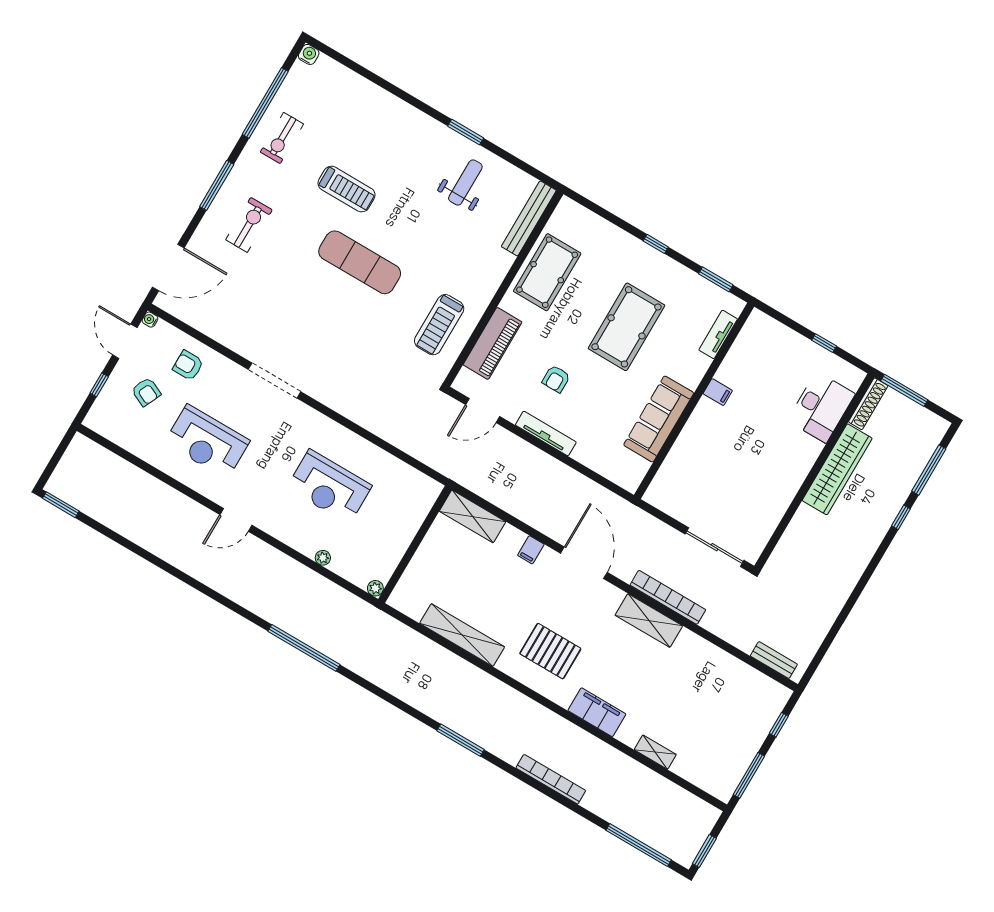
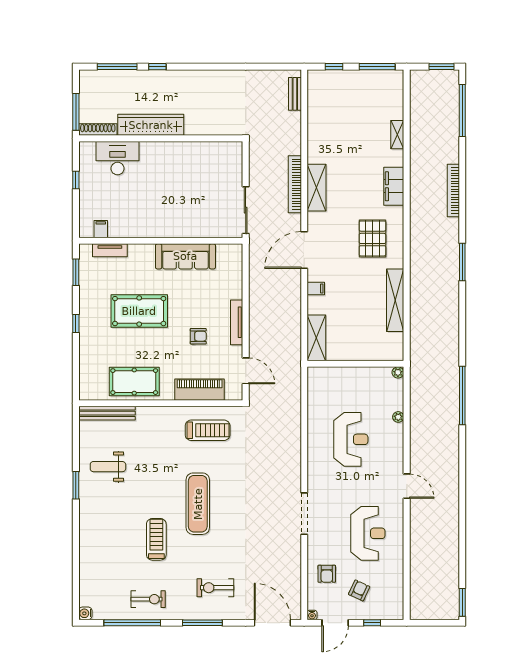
filing cabinet: (718, 392) -> (101, 229), moved
sliding door: (715, 547) -> (246, 210), moved

